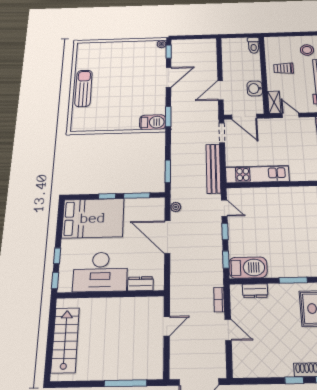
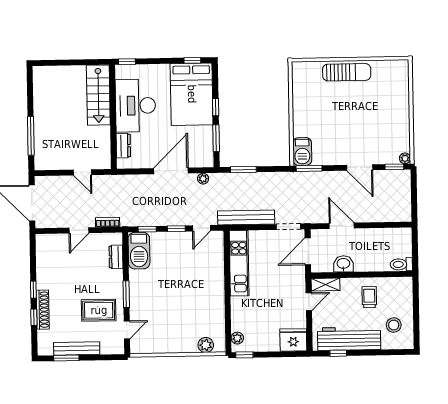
window: (57, 256) -> (192, 60), moved
stairs: (65, 340) -> (98, 95), moved, turned 90

